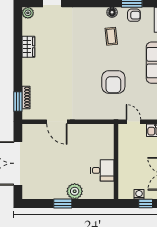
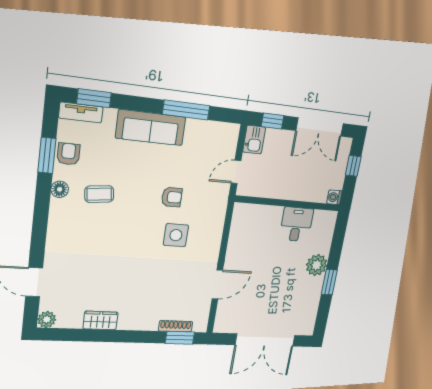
armchair: (113, 82) -> (172, 197), width x0.53, depth x0.53
side table: (89, 88) -> (176, 235), added
washing machine: (139, 194) -> (334, 197), moved

